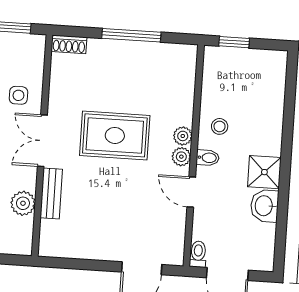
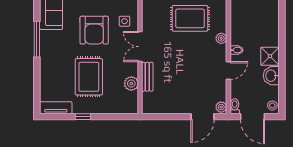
stool: (220, 126) -> (272, 105), moved
rug: (115, 135) -> (190, 18), moved
plant: (181, 157) -> (221, 107), moved
door: (191, 192) -> (228, 71), swing flipped

